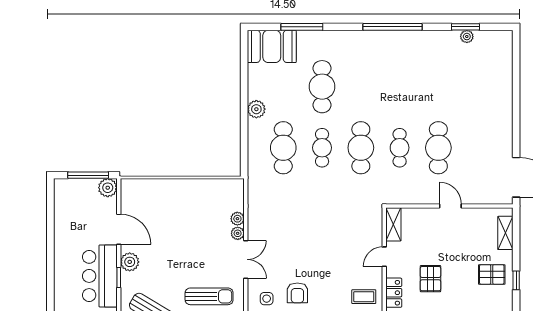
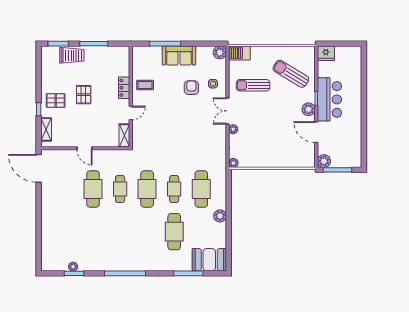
plant: (237, 219) -> (233, 163), moved
pallet: (430, 279) -> (84, 95), moved
window: (516, 280) -> (39, 109), moved

